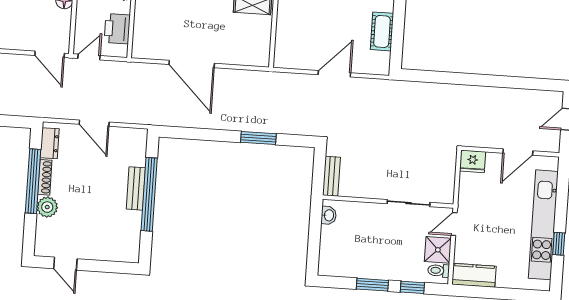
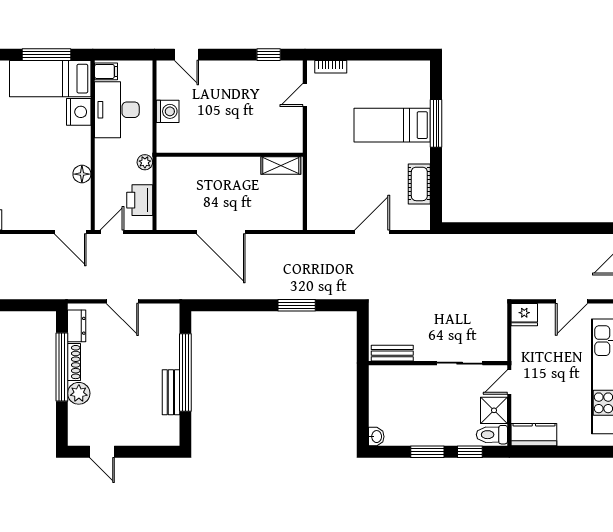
bench: (331, 176) -> (392, 353), moved, turned 90
bench: (136, 188) -> (171, 392), moved
washbasin: (329, 215) -> (376, 437), moved
toilet: (439, 271) -> (492, 435), width x1.37, depth x1.39

